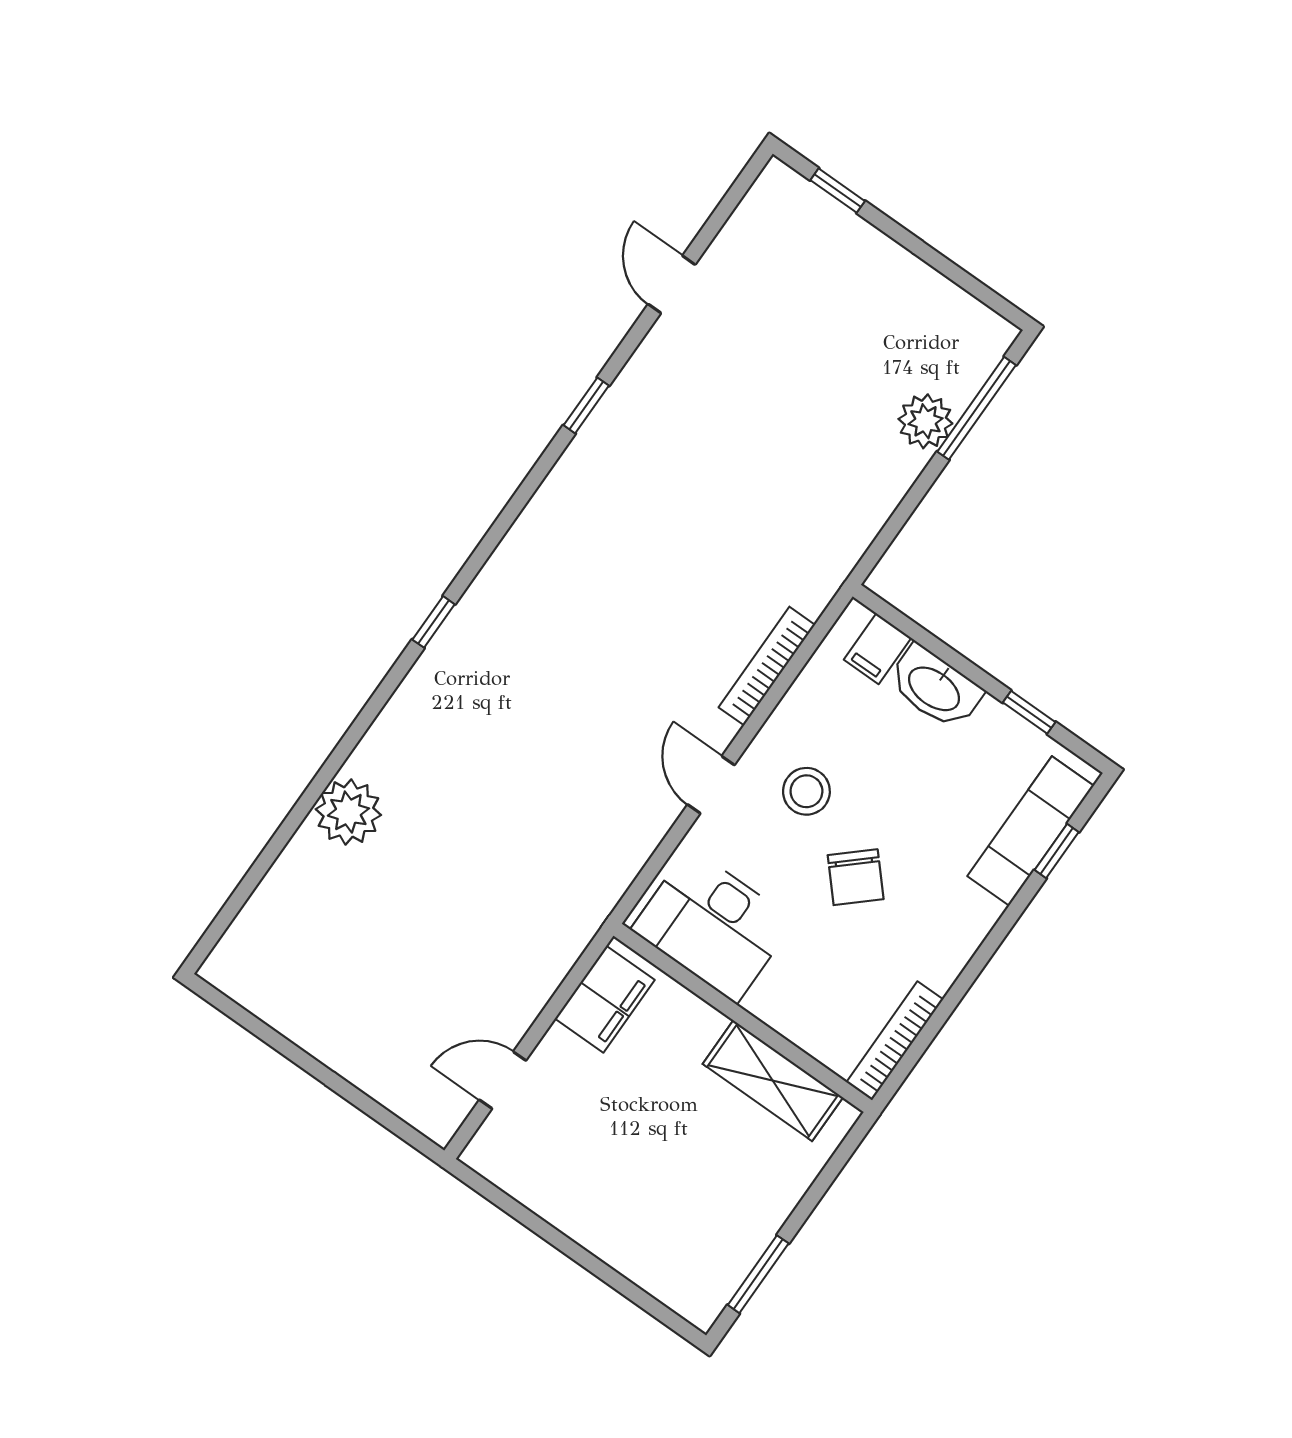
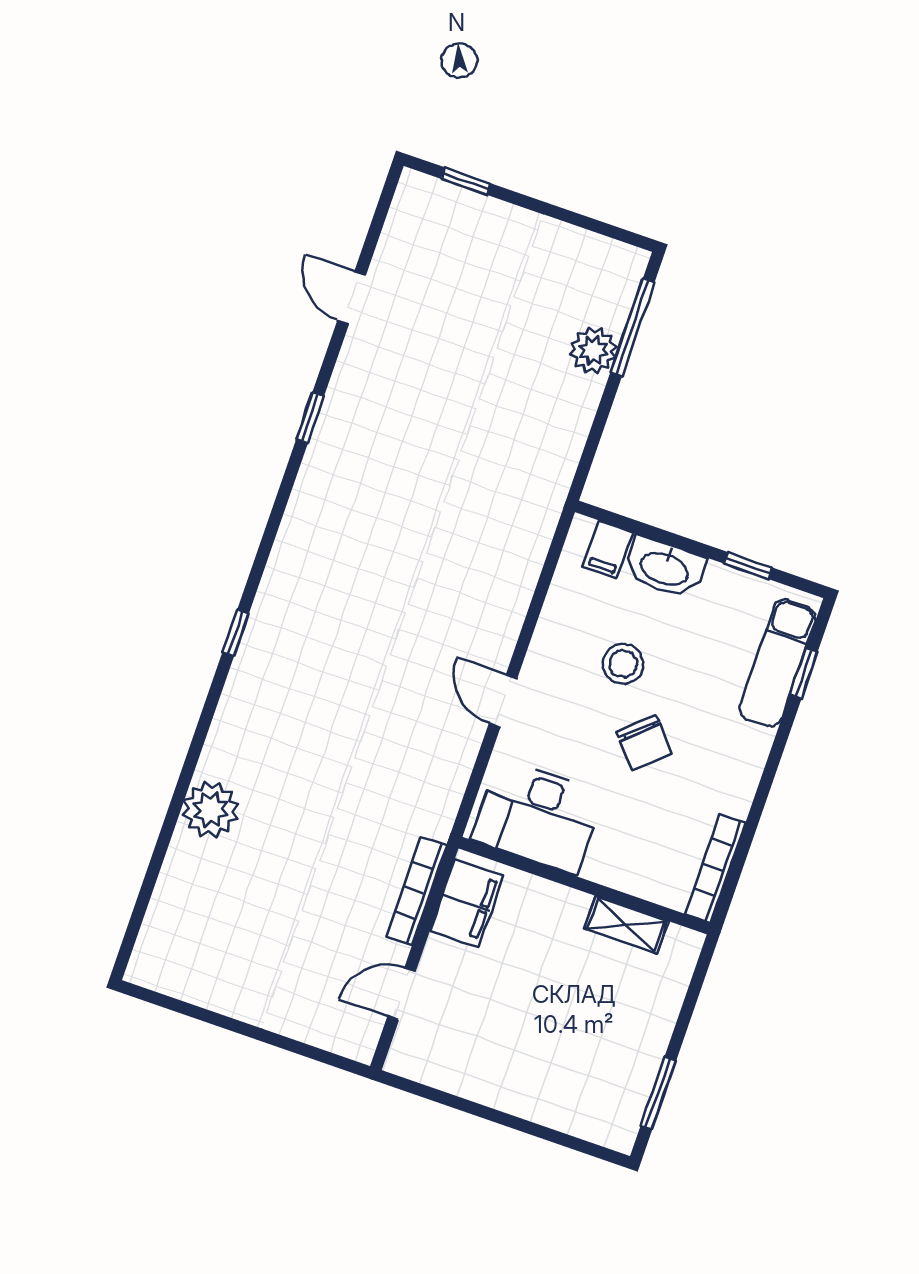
bookcase: (767, 666) -> (416, 891), moved
stool: (806, 791) -> (623, 664), moved
shelving: (773, 1081) -> (626, 925), width x0.67, depth x0.75

